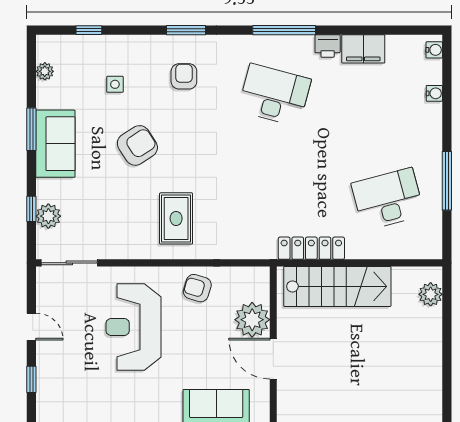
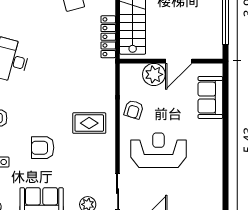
armchair: (137, 145) -> (43, 148), turned -57
reception desk: (133, 327) -> (158, 150), turned 180

